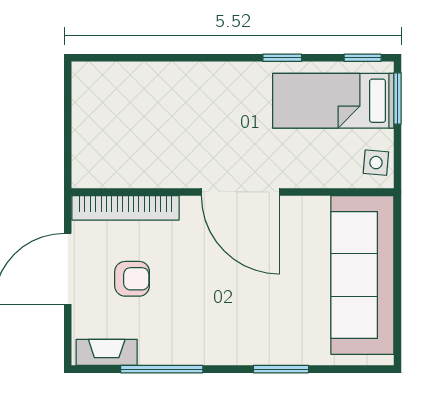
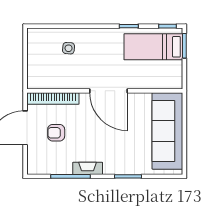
side table: (376, 163) -> (69, 48), moved
armchair: (132, 279) -> (56, 133), turned 180
fireplace: (107, 352) -> (88, 168), moved

